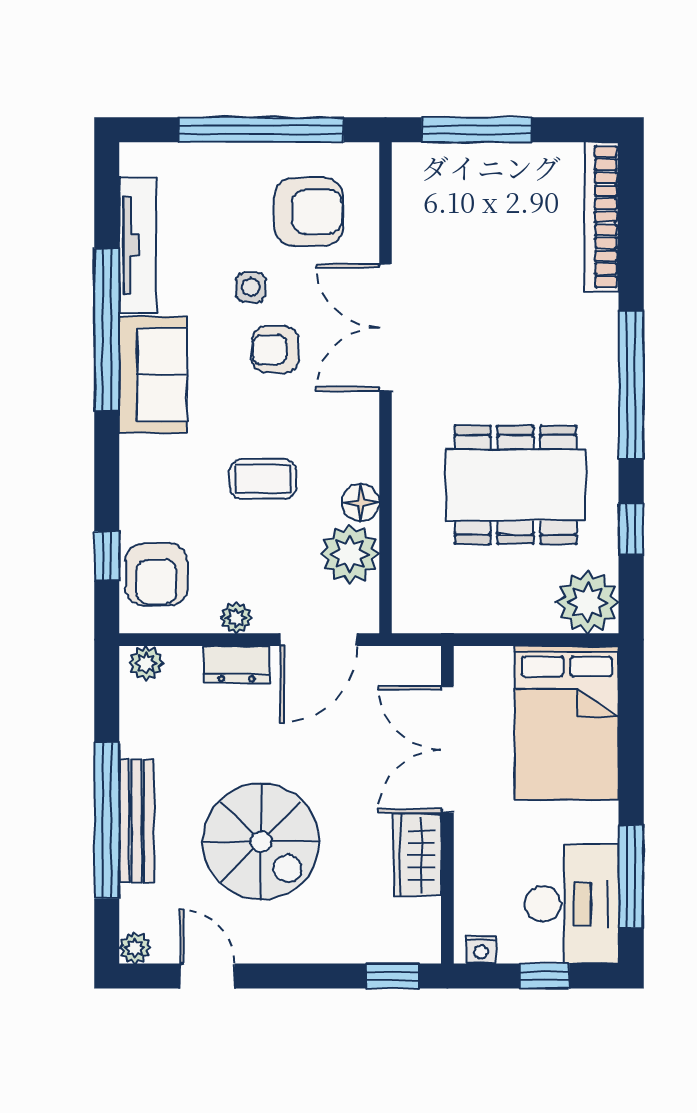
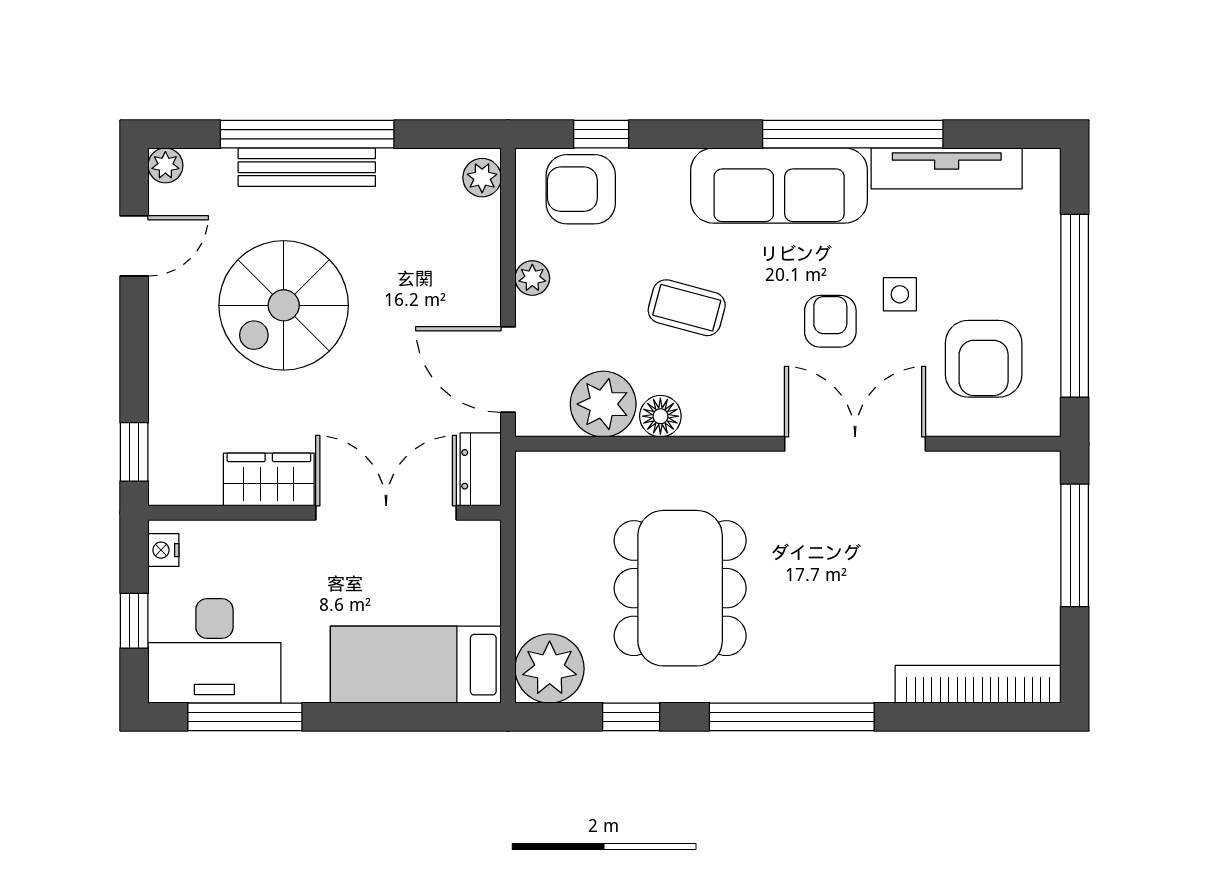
sofa: (153, 375) -> (779, 185), width x1.36
coffee table: (263, 479) -> (687, 308), turned -75
dresser: (237, 664) -> (481, 469), moved
bed: (567, 723) -> (416, 665), width x0.67

